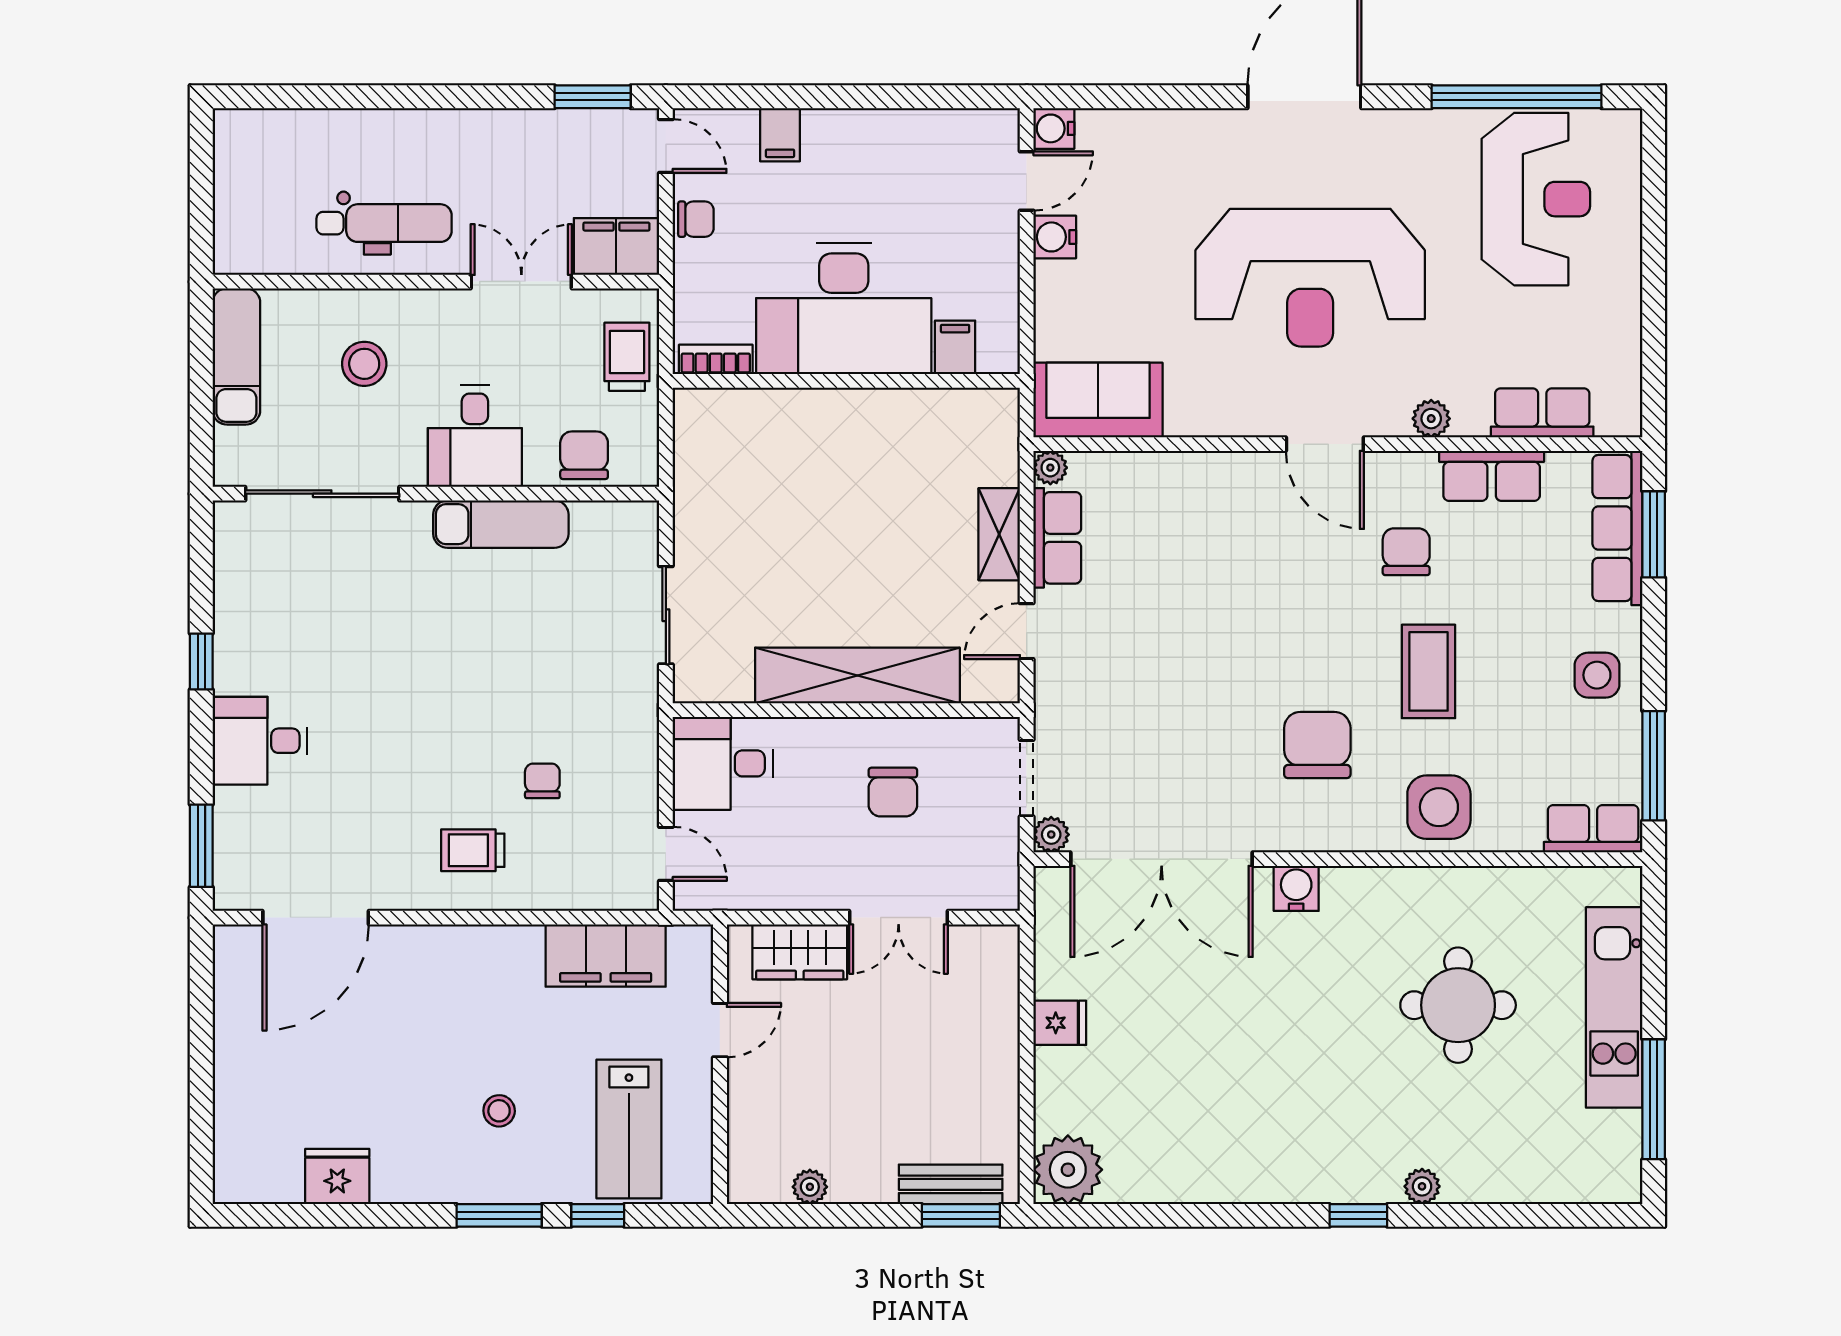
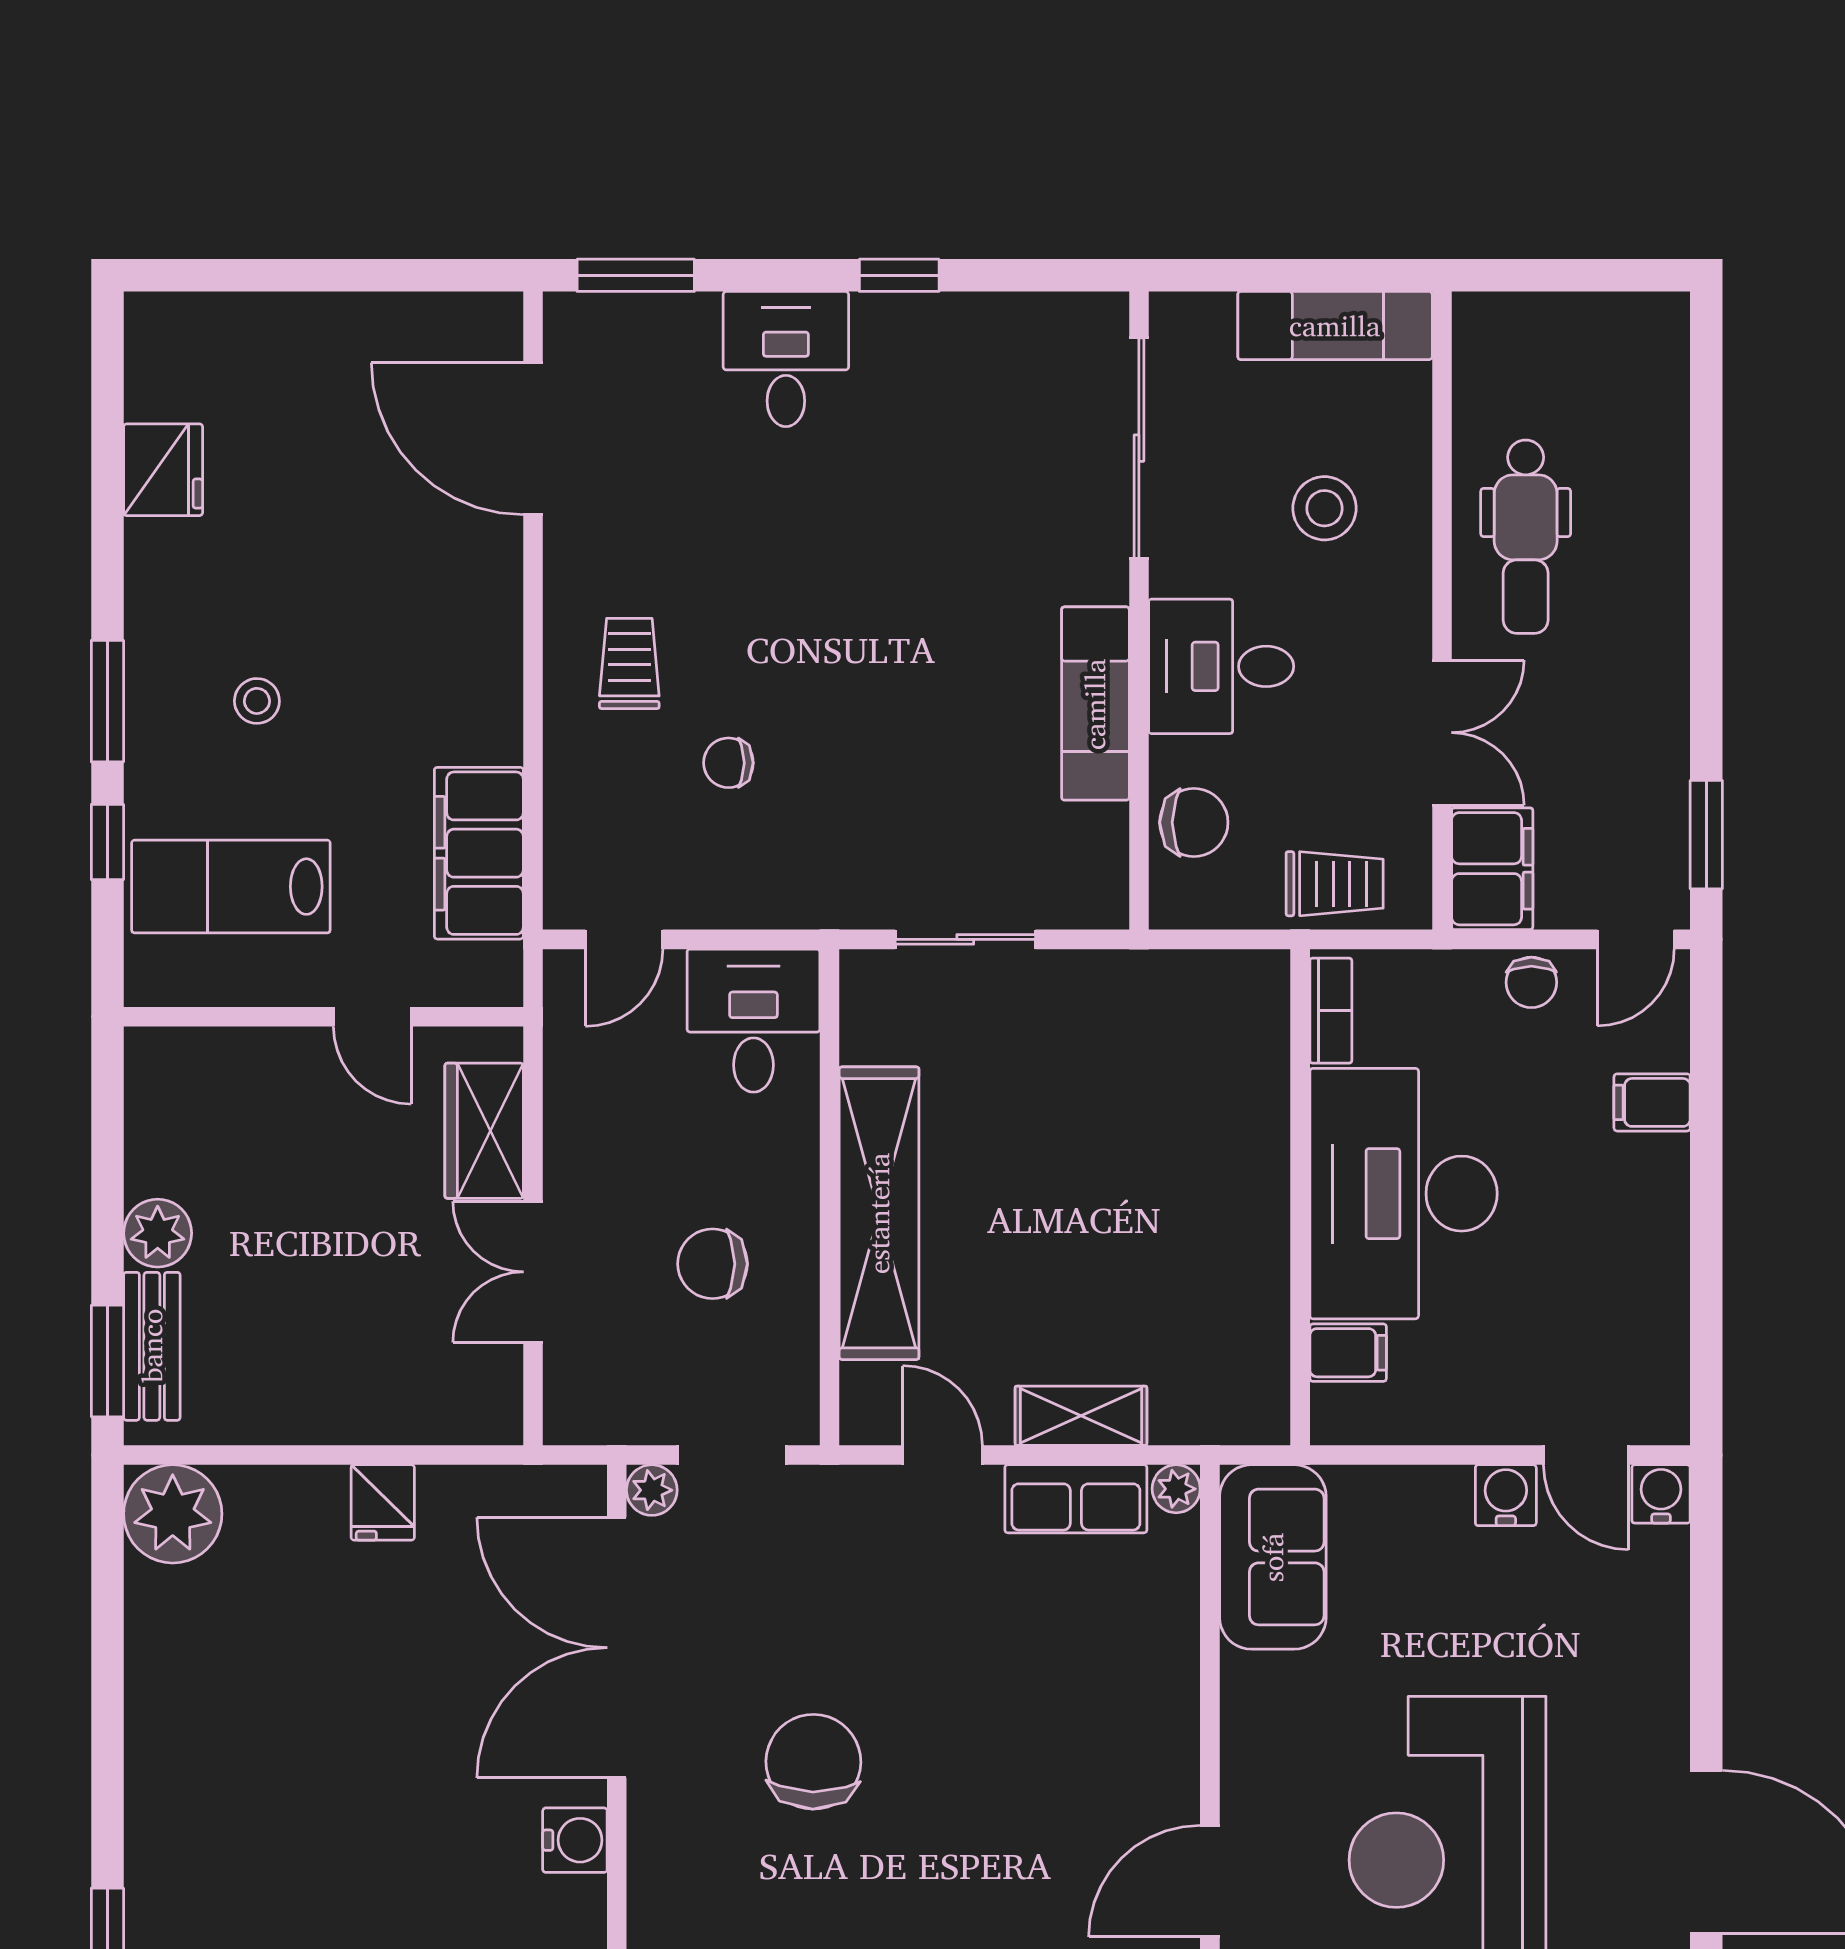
chair: (1317, 745) -> (813, 1762), moved, turned -89
chair: (542, 781) -> (728, 763), turned 180
plant: (810, 1187) -> (158, 1233), moved, width x1.38, depth x1.38

